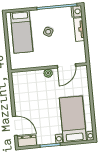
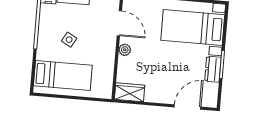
wardrobe: (18, 82) -> (130, 92), added
dresser: (27, 141) -> (213, 69), moved

